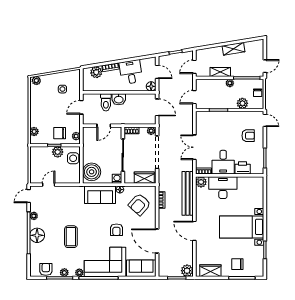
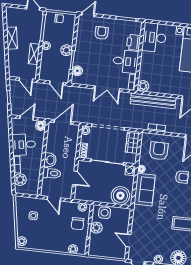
plant: (242, 103) -> (66, 50), moved
floor lamp: (209, 116) -> (77, 71), added
desk: (223, 188) -> (154, 38), moved
armchair: (139, 204) -> (159, 151), turned -132

